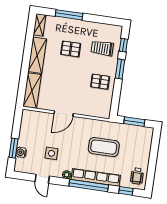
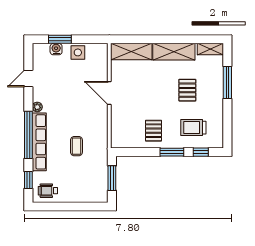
trolley: (102, 48) -> (193, 128), turned -90
coffee table: (104, 147) -> (76, 146), width x0.54, depth x0.58
side table: (51, 153) -> (78, 52), moved

